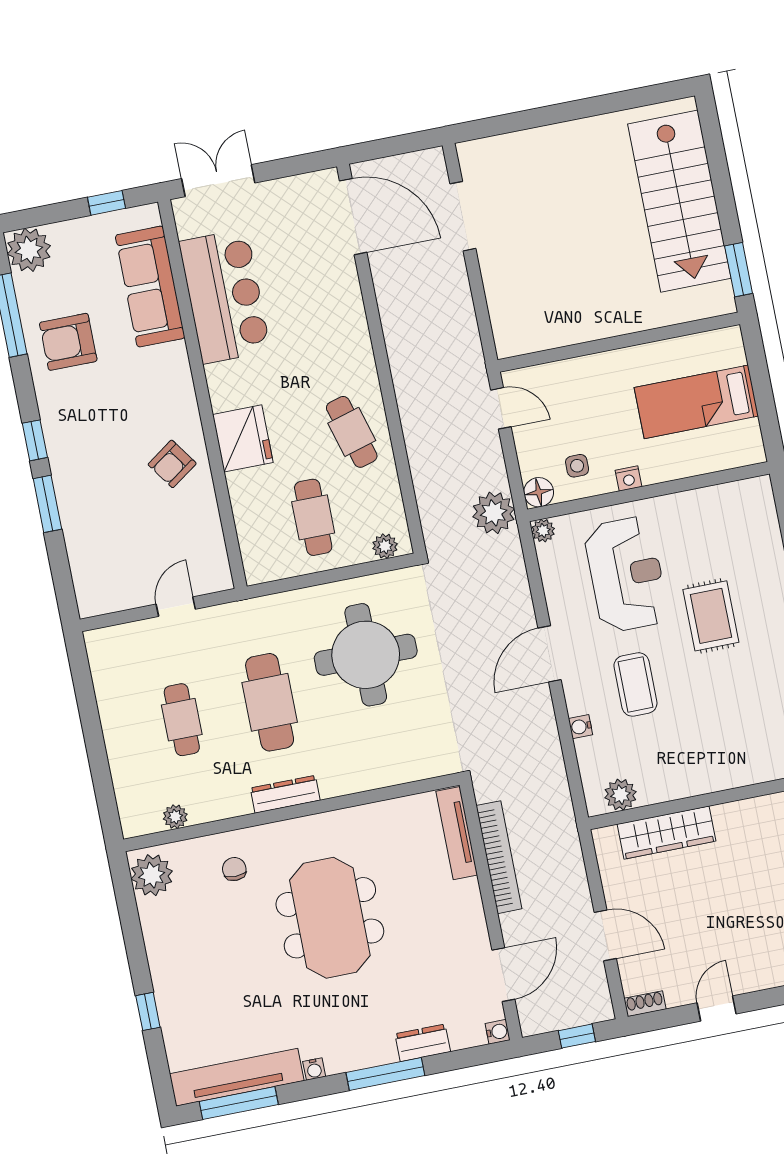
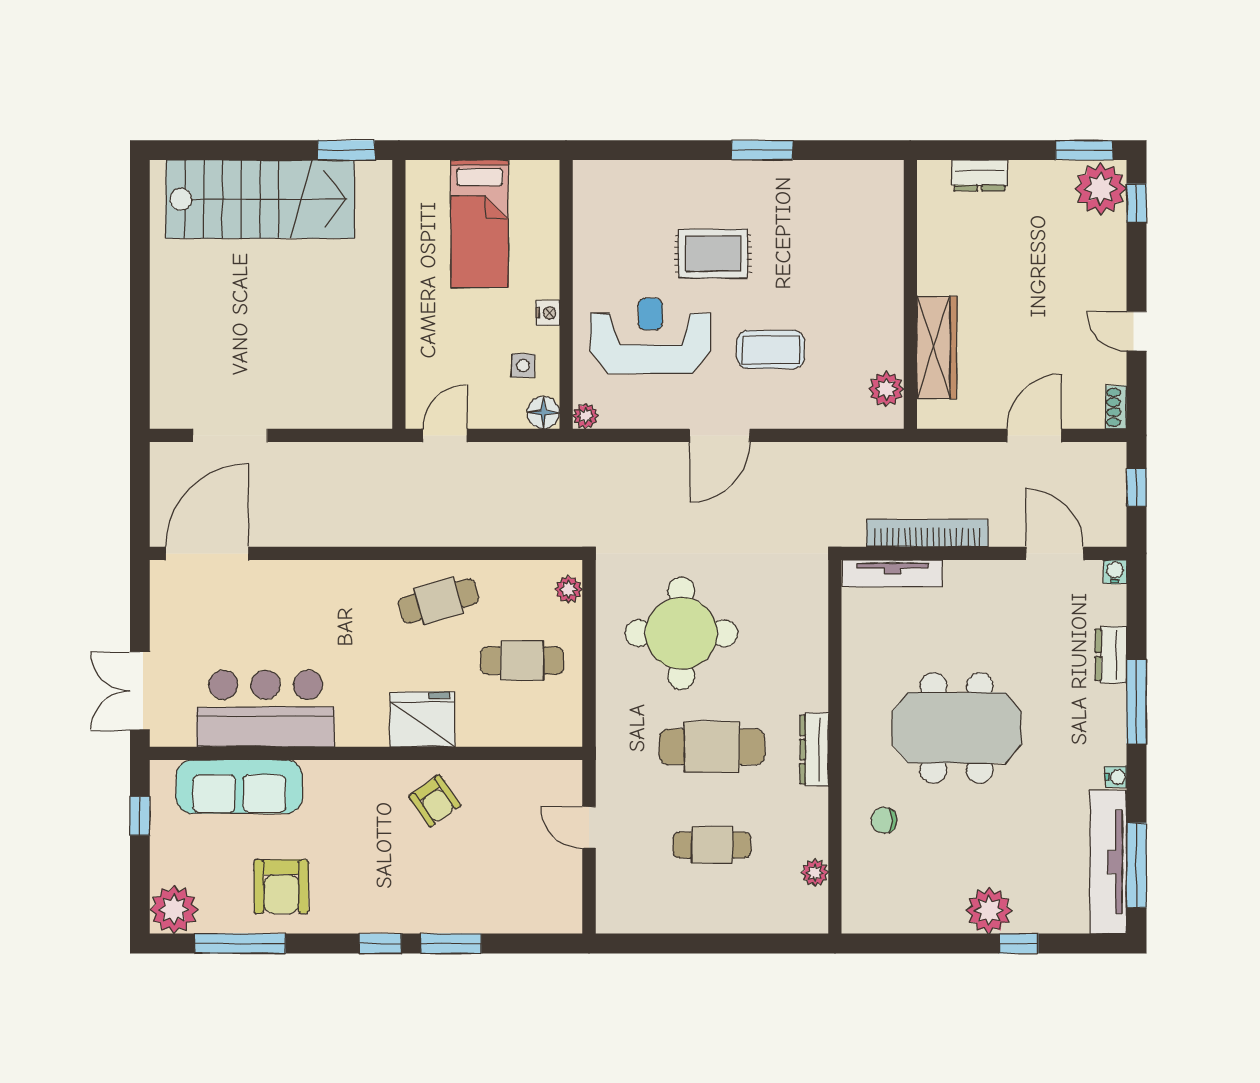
plant: (494, 513) -> (556, 465), removed
door: (550, 654) -> (720, 435), hinge flipped
water cooler: (581, 727) -> (804, 417), removed
plant: (152, 875) -> (989, 910), moved

